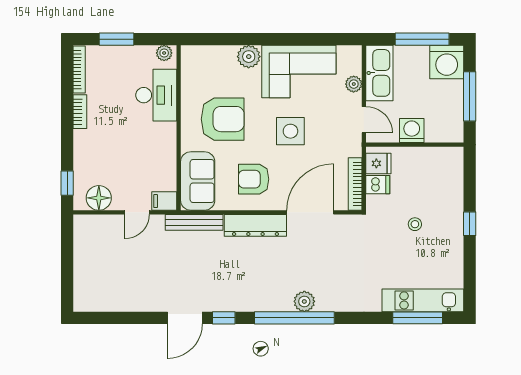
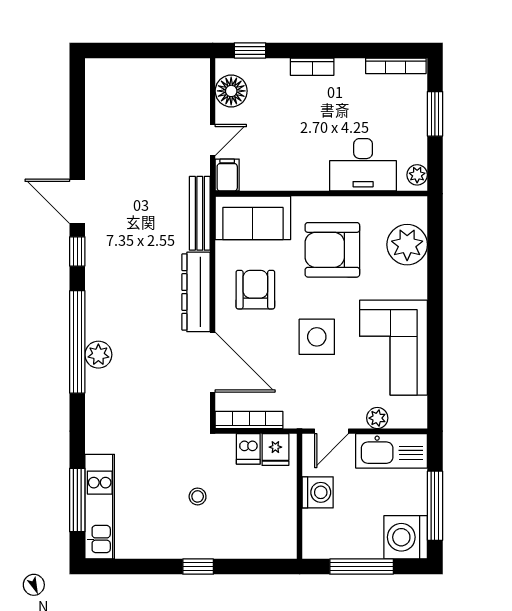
plant: (249, 57) -> (407, 245), moved, width x1.36, depth x1.36
bookcase: (80, 112) -> (312, 67), moved
armchair: (223, 119) -> (332, 250), turned 90
door: (137, 212) -> (213, 140), swing flipped

